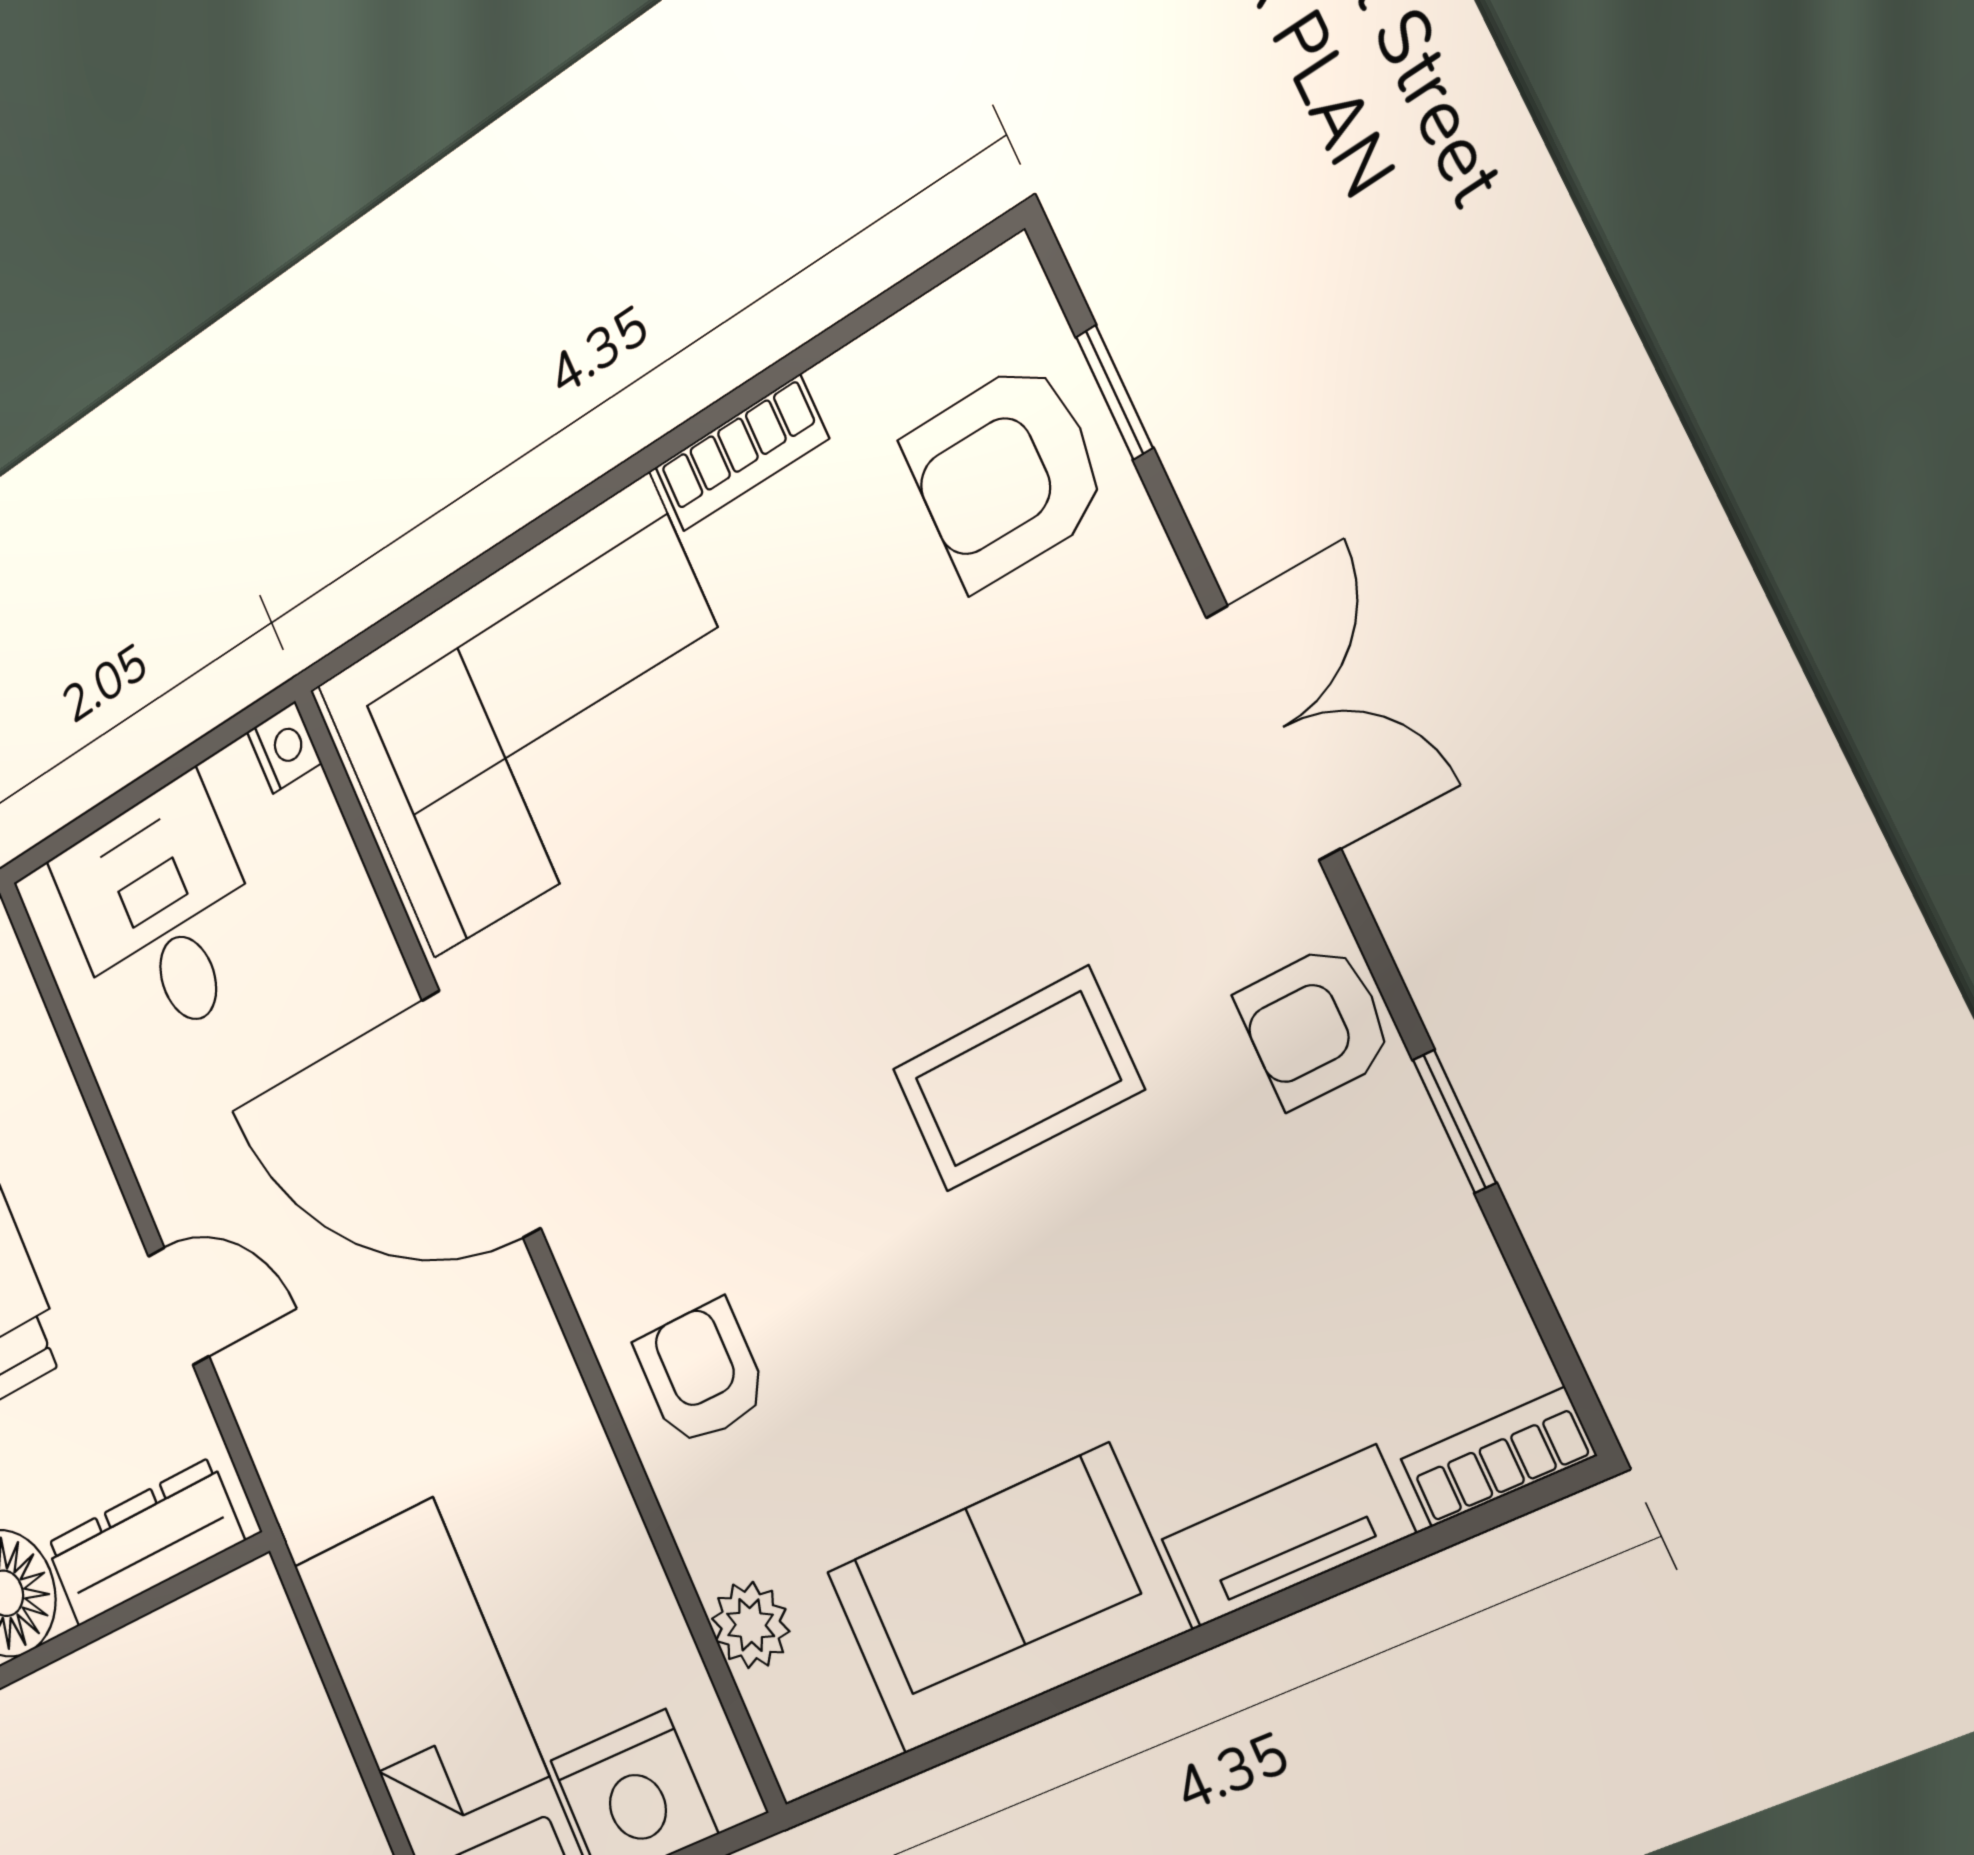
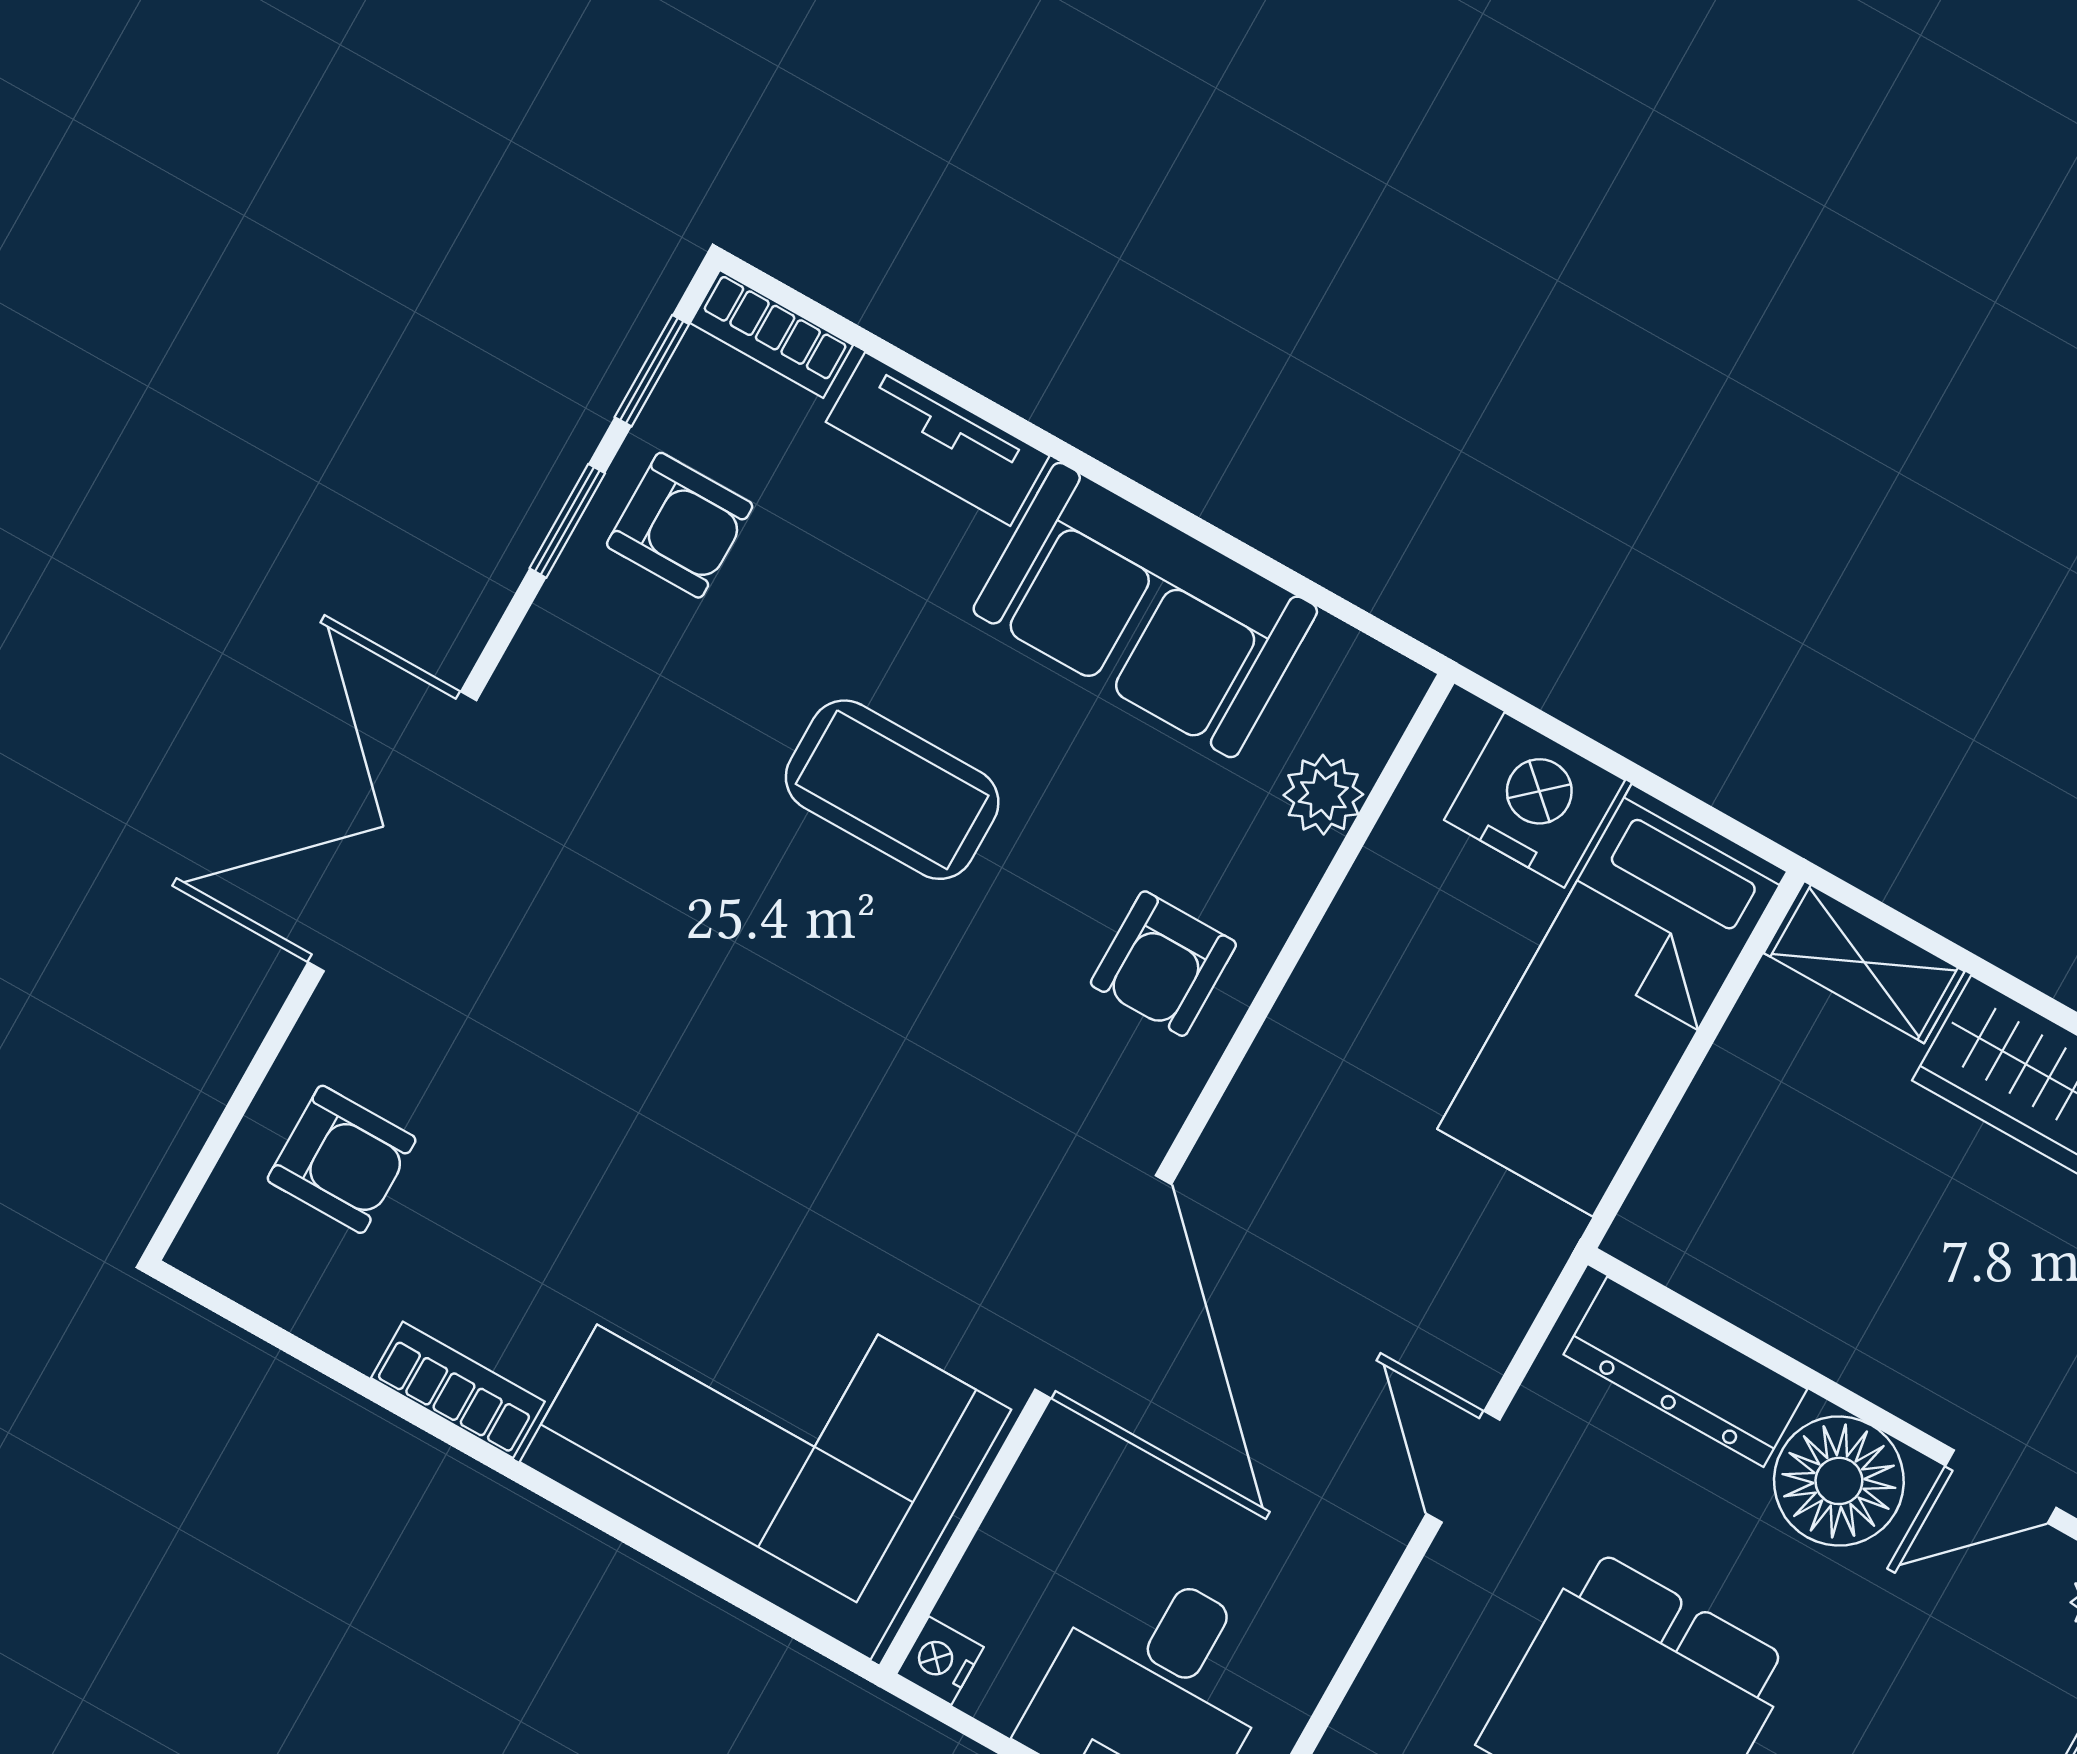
window: (1115, 392) -> (652, 371), moved
armchair: (1006, 474) -> (342, 1159), width x0.72, depth x0.72
double door: (1273, 732) -> (392, 831), width x1.37
armchair: (1315, 1026) -> (680, 525), moved
coffee table: (1017, 1079) -> (892, 790), moved

